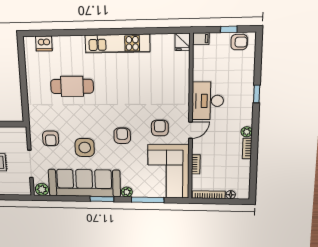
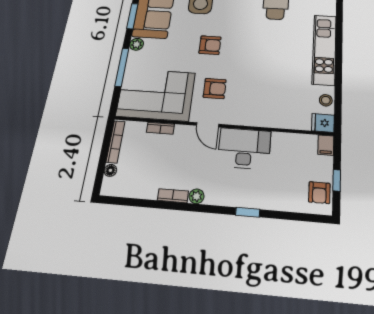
stool: (163, 40) -> (326, 100), added

